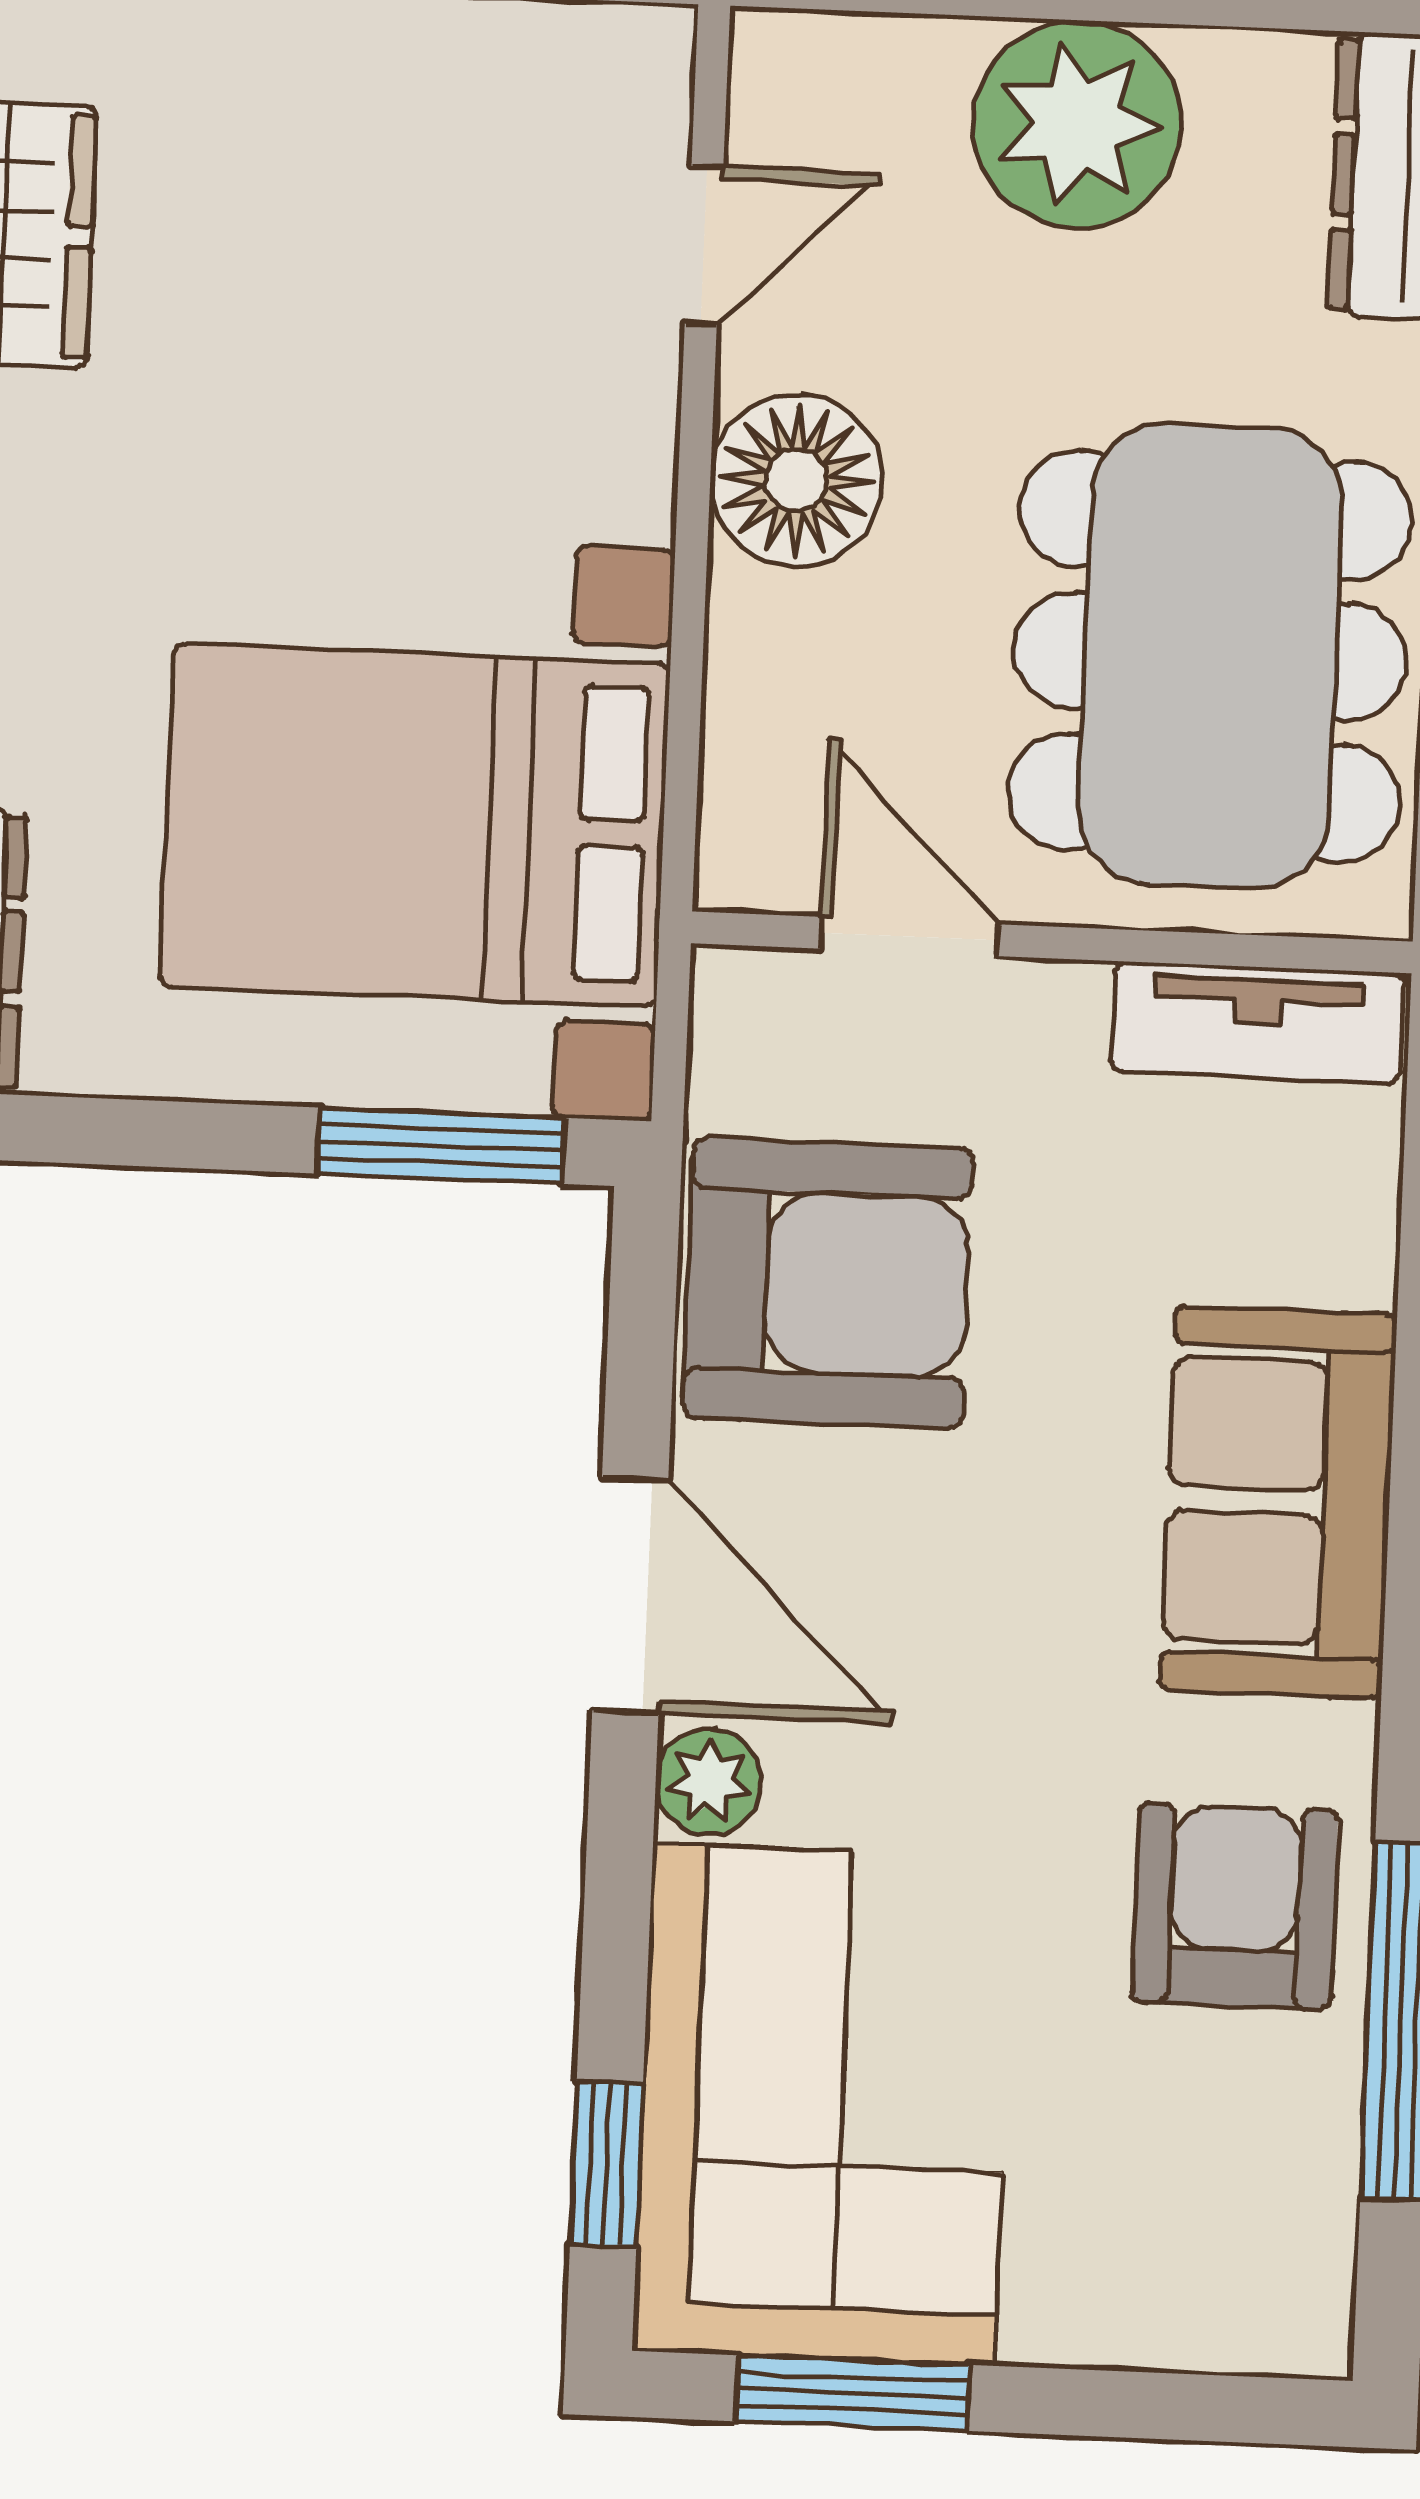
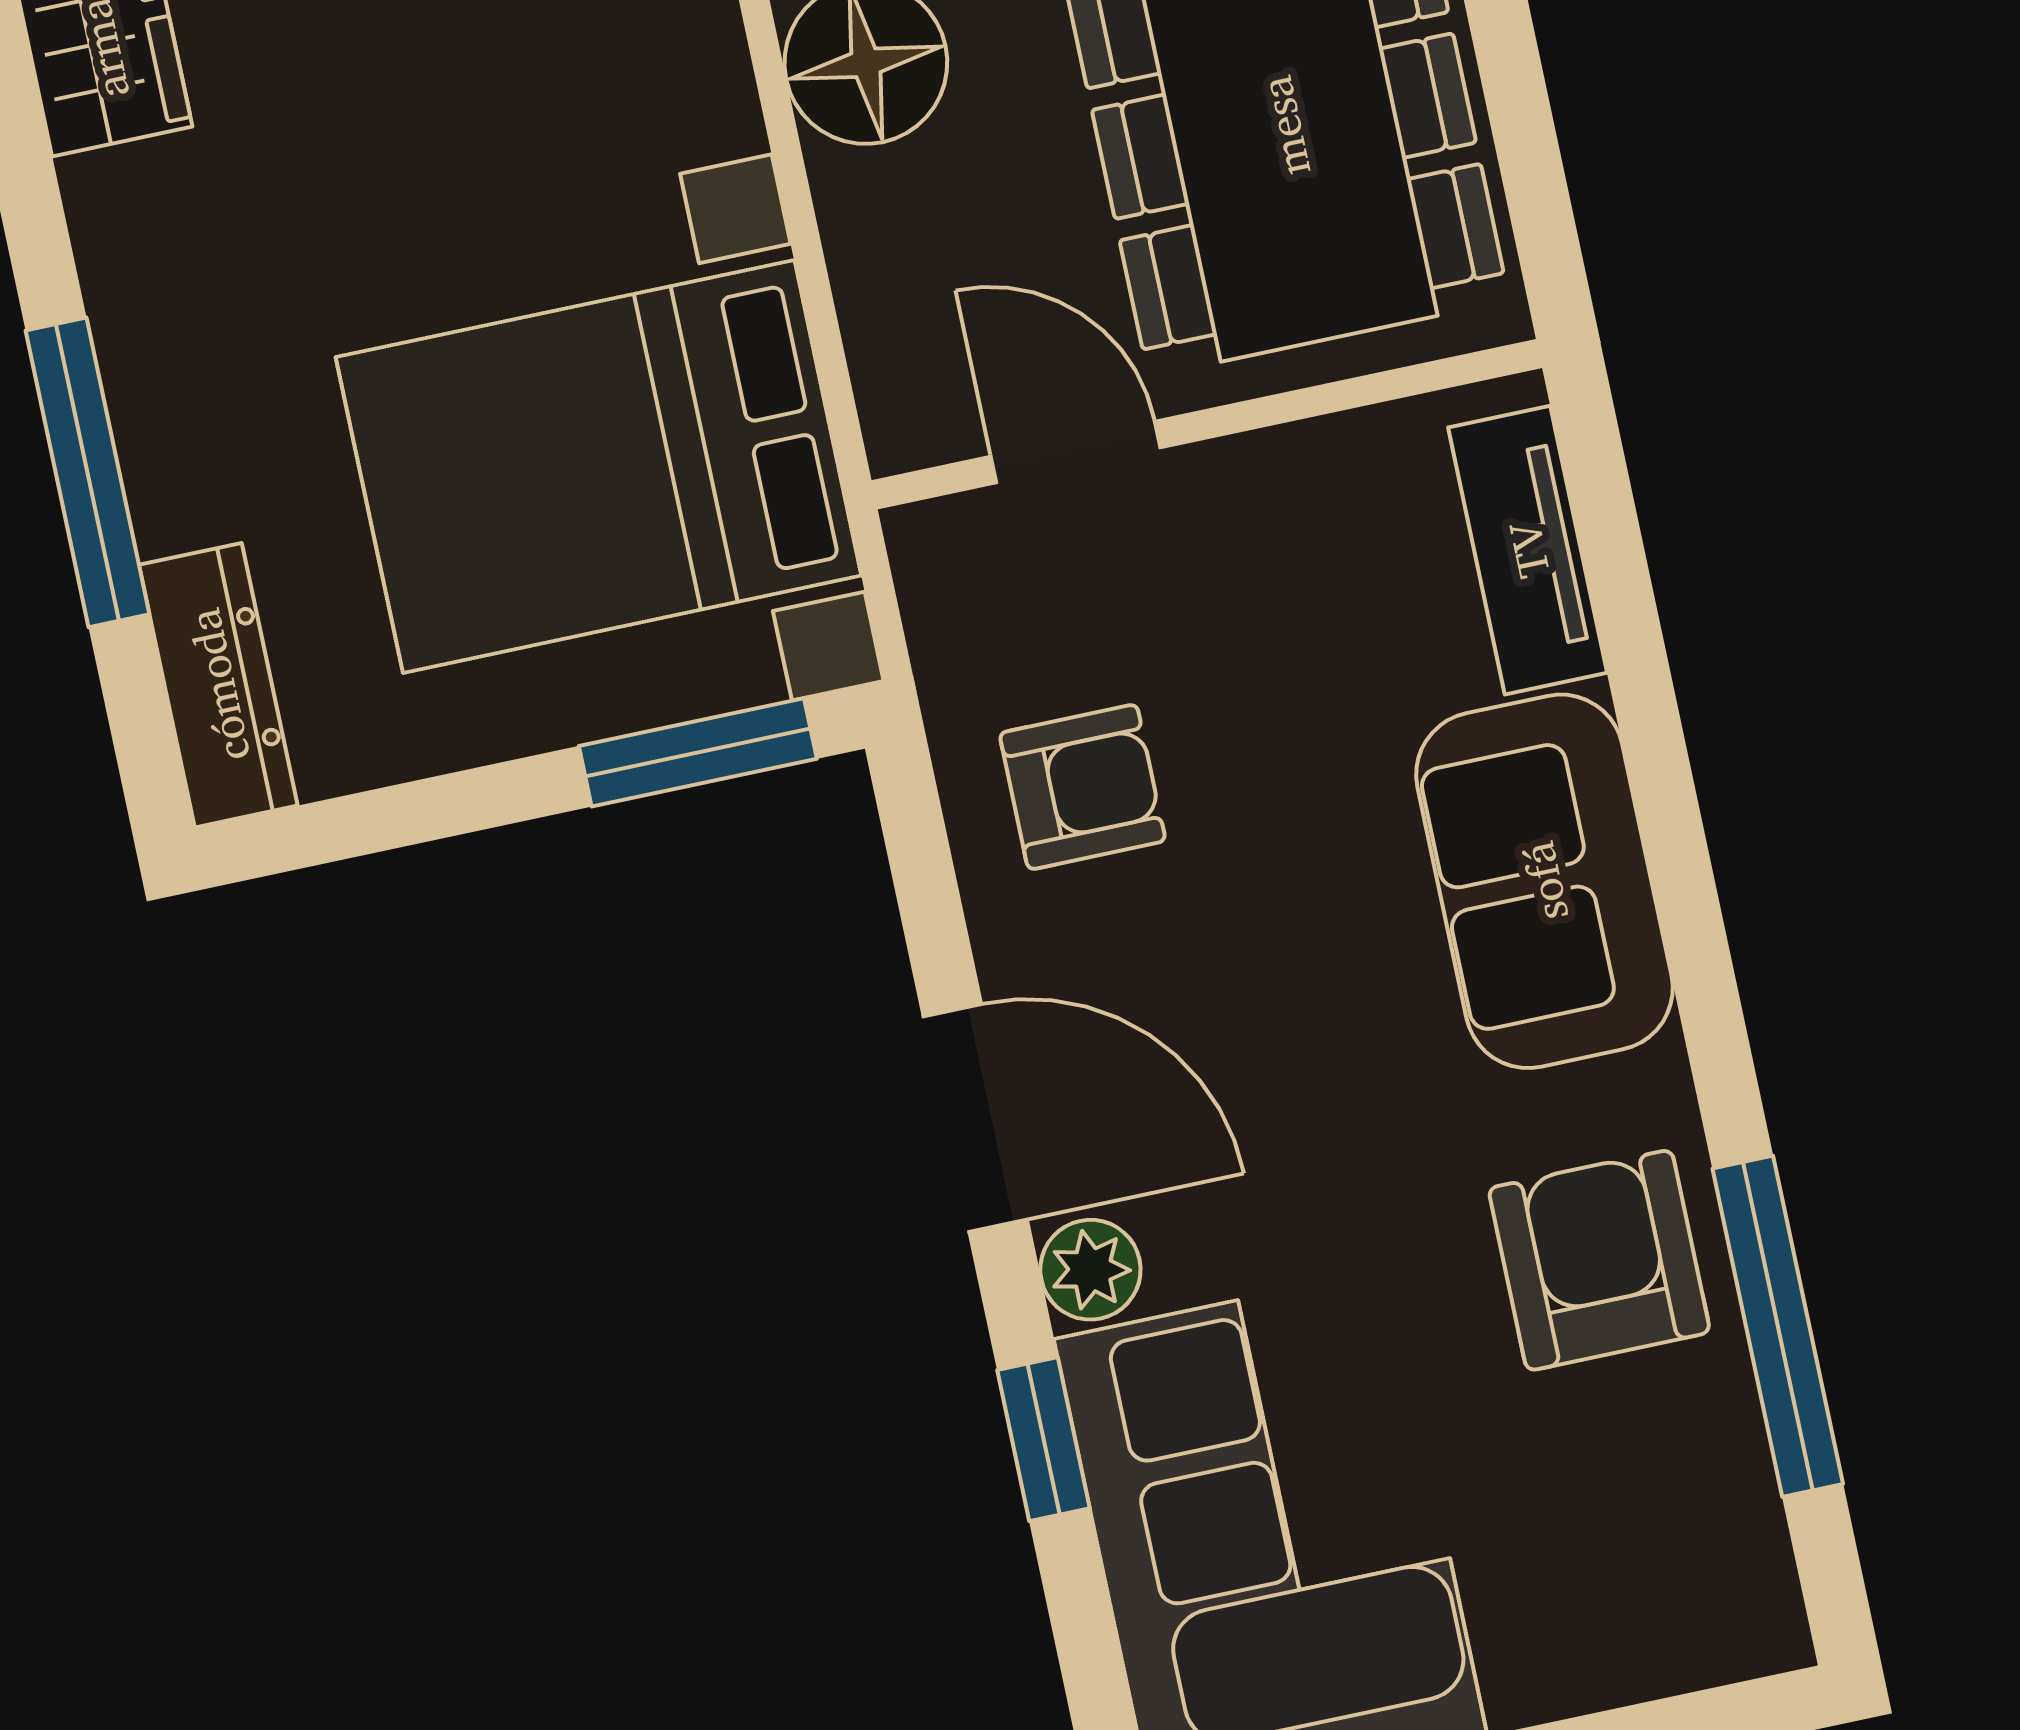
tv unit: (1258, 1022) -> (1528, 550), moved, turned 90
armchair: (828, 1283) -> (1082, 787), width x0.53, depth x0.53
window: (606, 2164) -> (1043, 1439), moved

